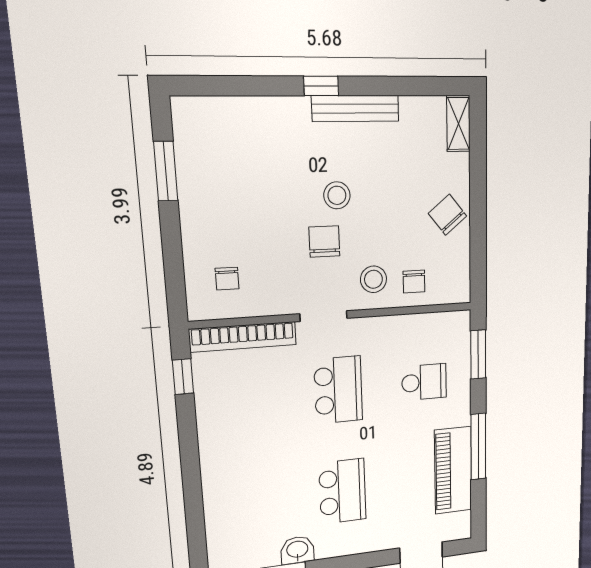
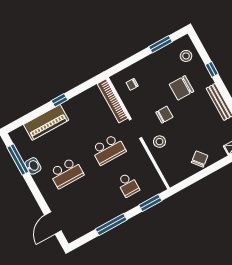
window: (321, 86) -> (212, 69), moved
stool: (337, 195) -> (186, 56), moved
chair: (414, 282) -> (182, 88), moved, width x1.87, depth x1.87
window: (183, 377) -> (59, 100), moved
piano: (453, 470) -> (46, 122), moved, turned 180

